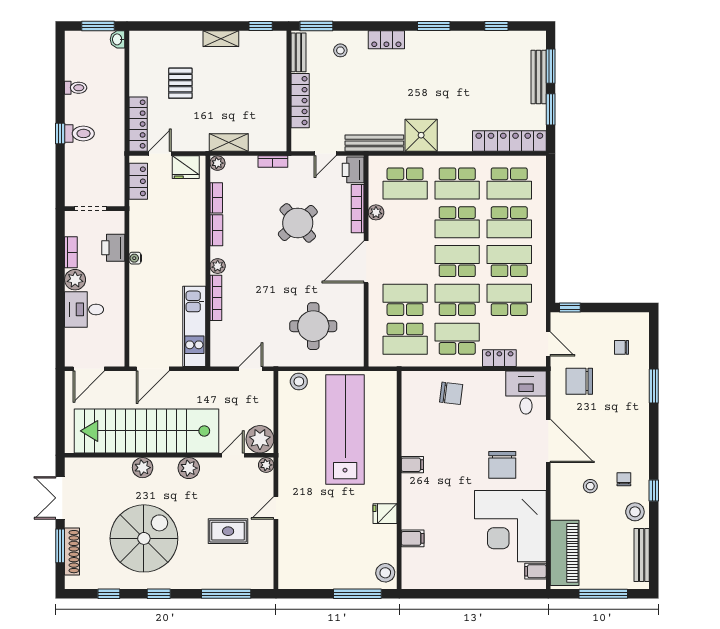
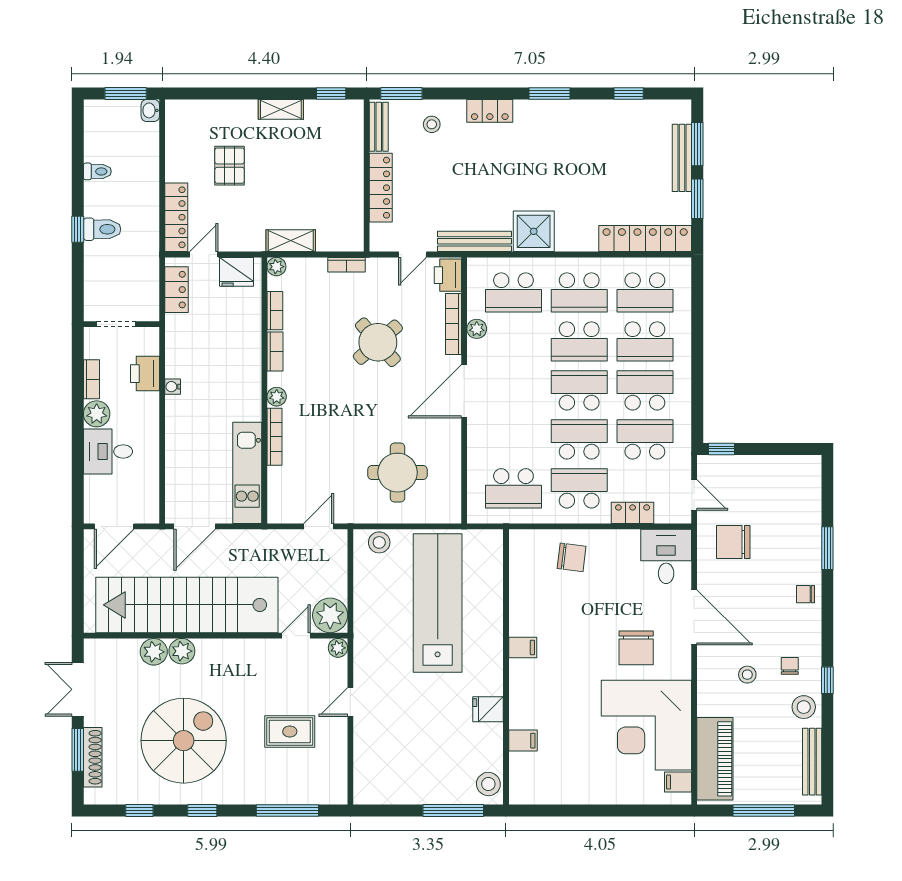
school desk: (405, 300) -> (513, 439), removed
chair: (622, 347) -> (806, 594), moved
plant: (189, 468) -> (154, 652), moved

